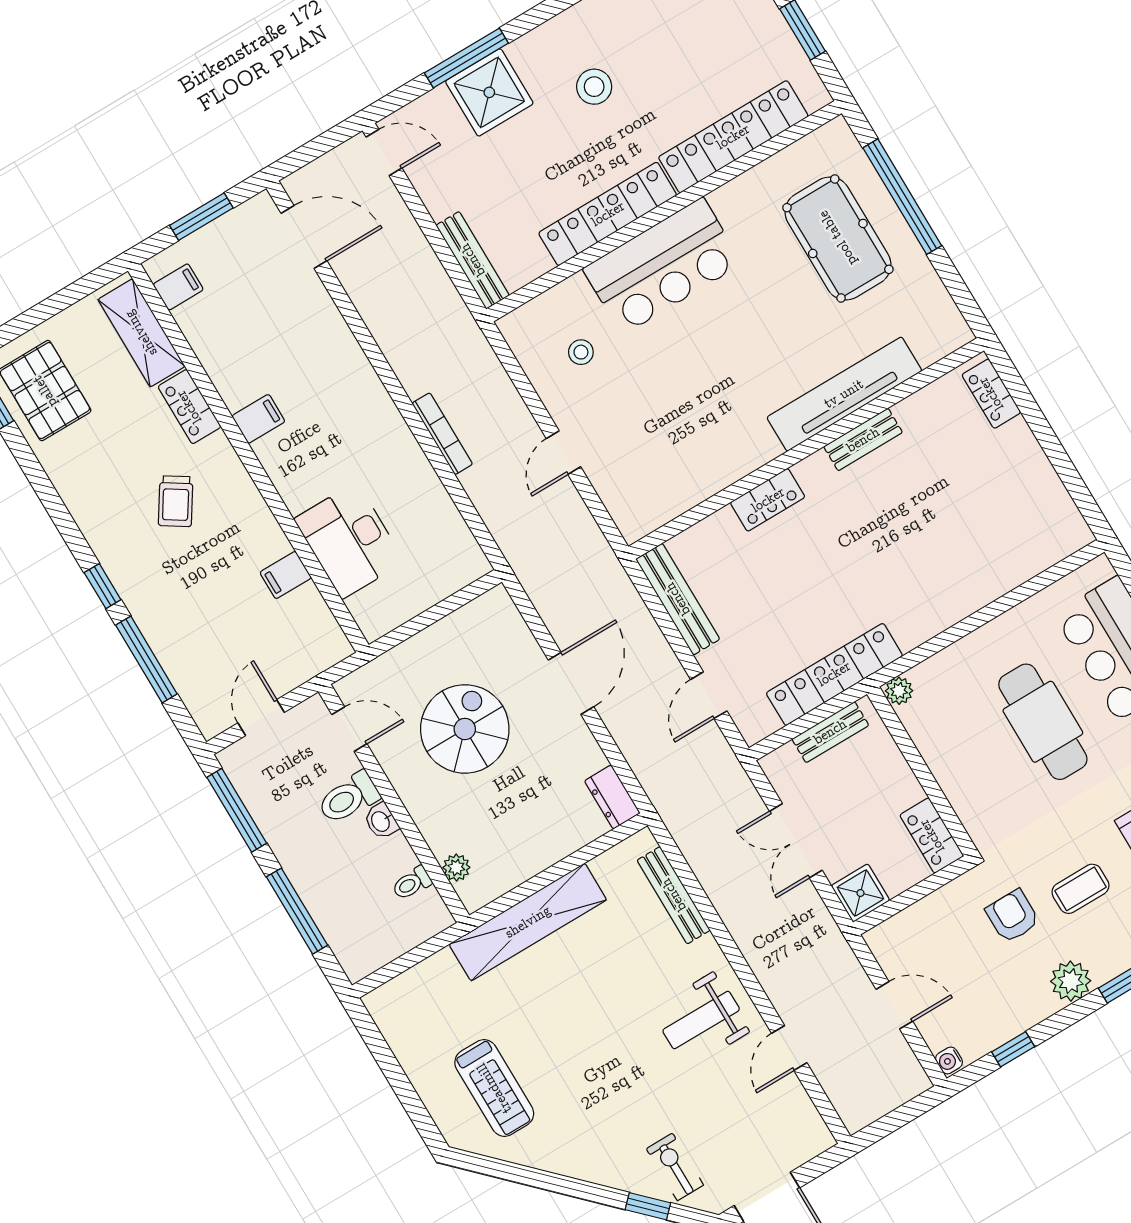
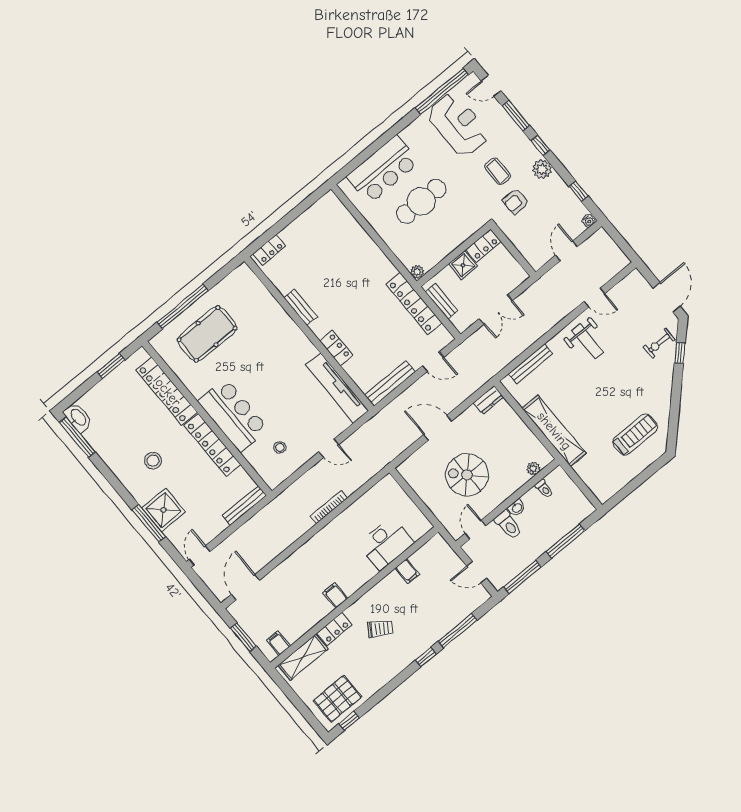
tv unit: (844, 394) -> (337, 388), moved
shower: (860, 893) -> (463, 265), moved

